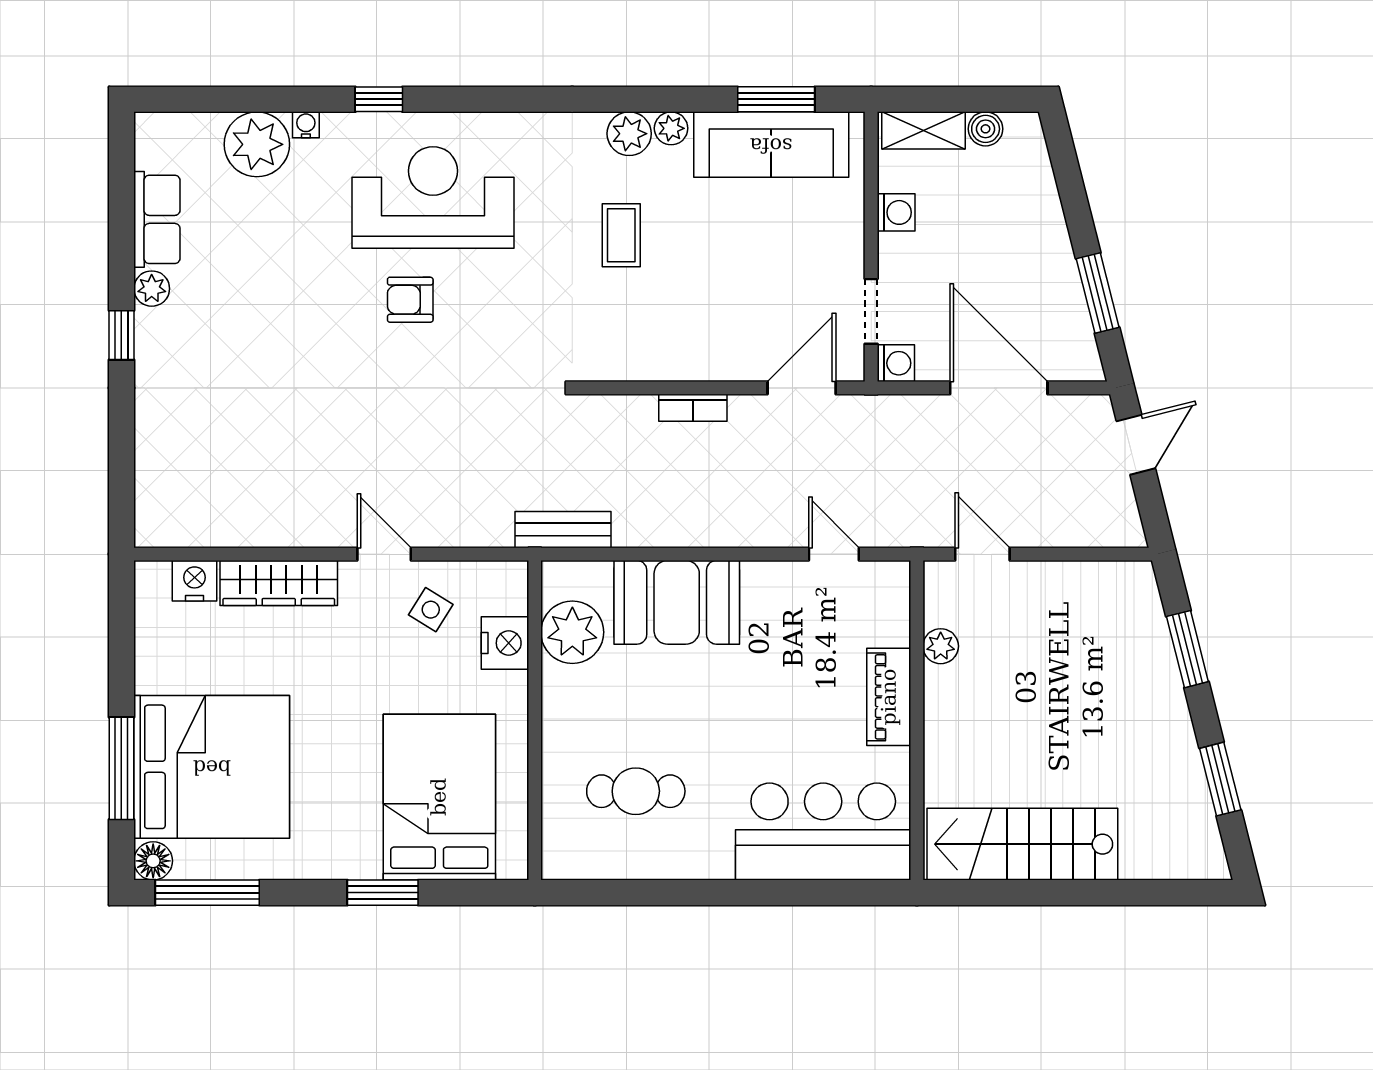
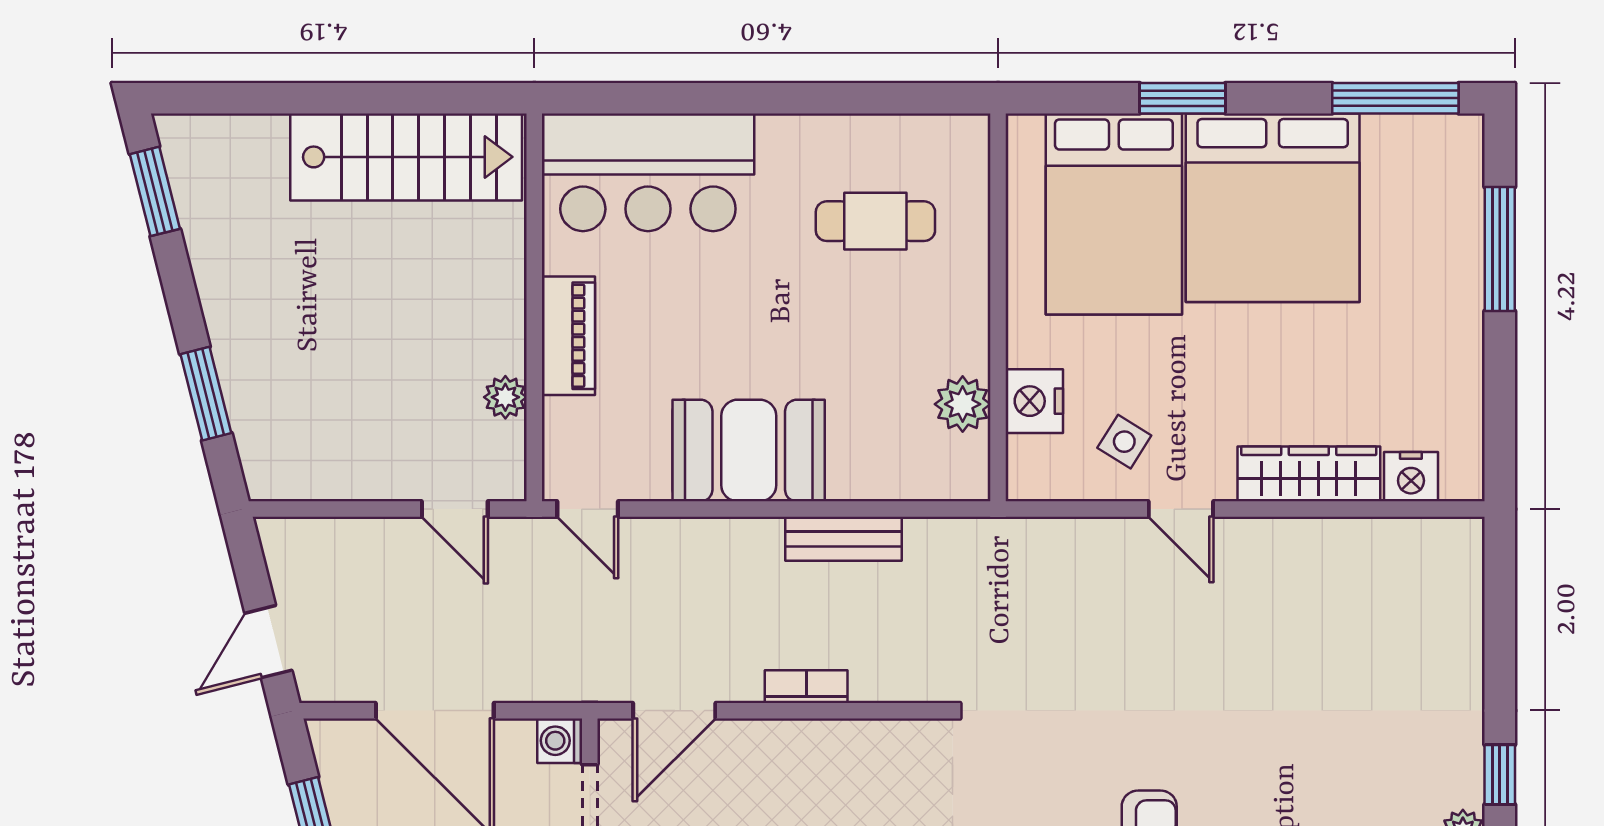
bench: (563, 530) -> (844, 539), moved
door: (834, 554) -> (588, 509), moved
booth: (677, 602) -> (749, 451), moved
plant: (572, 632) -> (963, 404), width x0.73, depth x0.73
bed: (212, 767) -> (1273, 208), moved, turned -90
window: (1220, 779) -> (155, 191), moved
floor lamp: (153, 861) -> (1461, 137), removed

